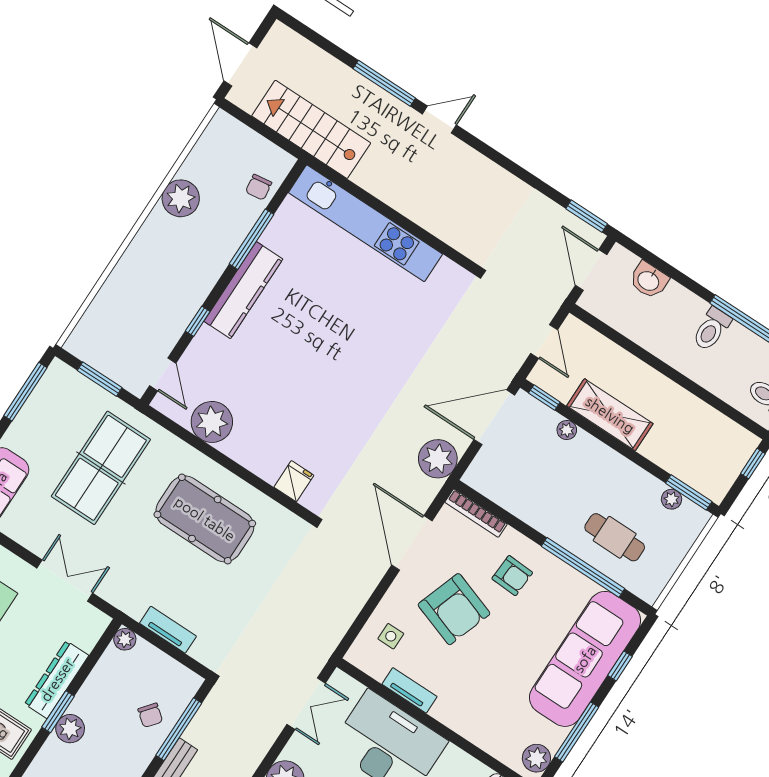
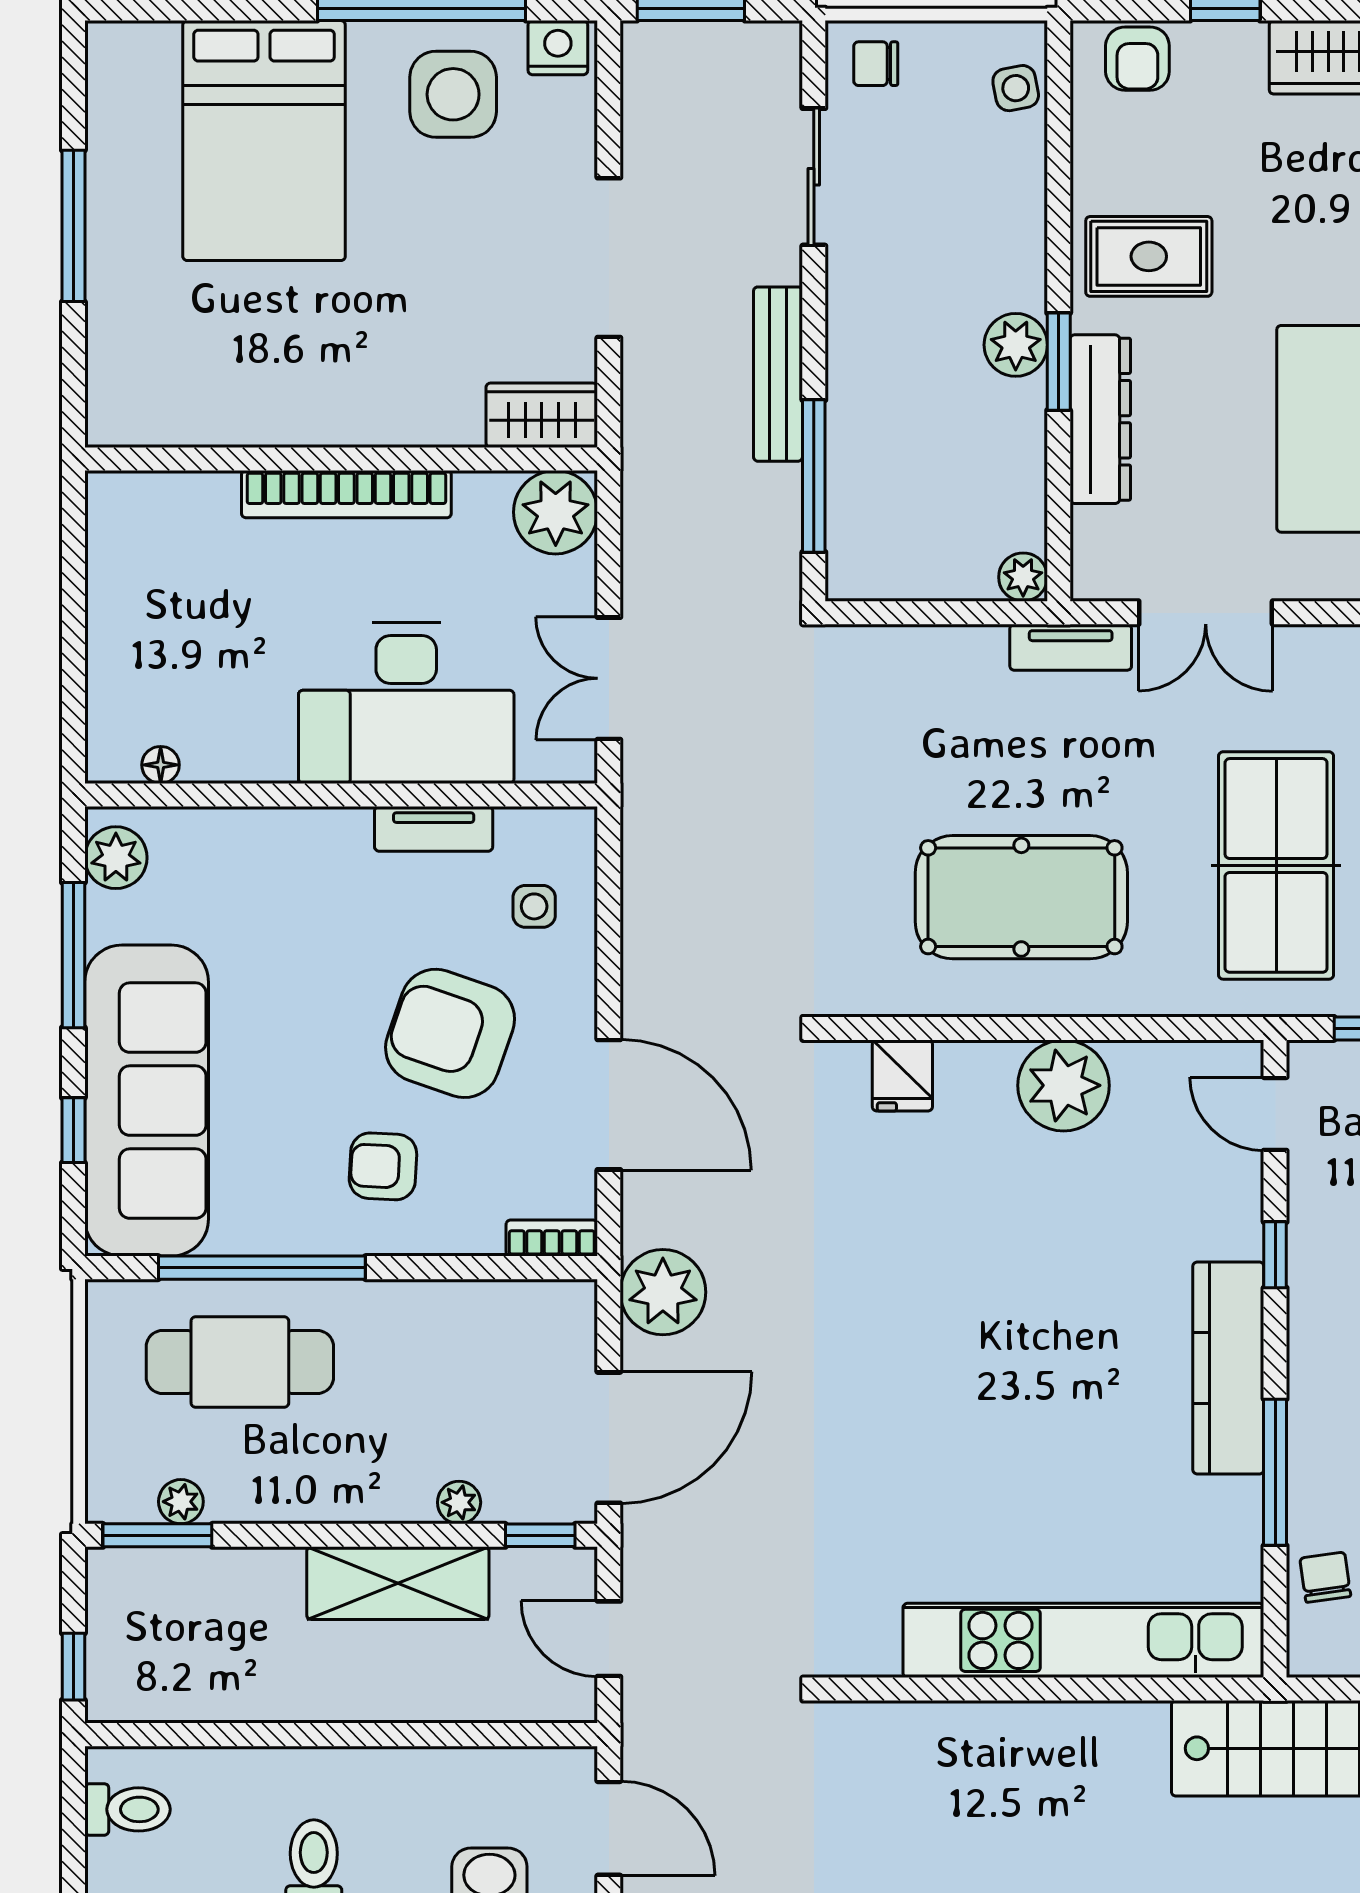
plant: (212, 422) -> (1064, 1085), moved
bookcase: (476, 513) -> (552, 1238), width x0.64
cafe table: (615, 537) -> (240, 1362), width x1.37, depth x1.35
tv unit: (168, 630) -> (1071, 647), moved
chair: (150, 715) -> (883, 467), removed

